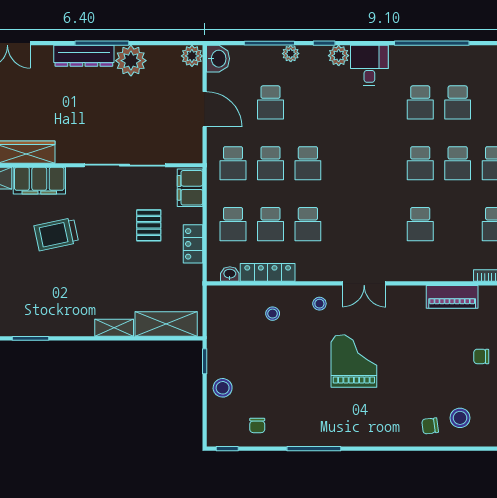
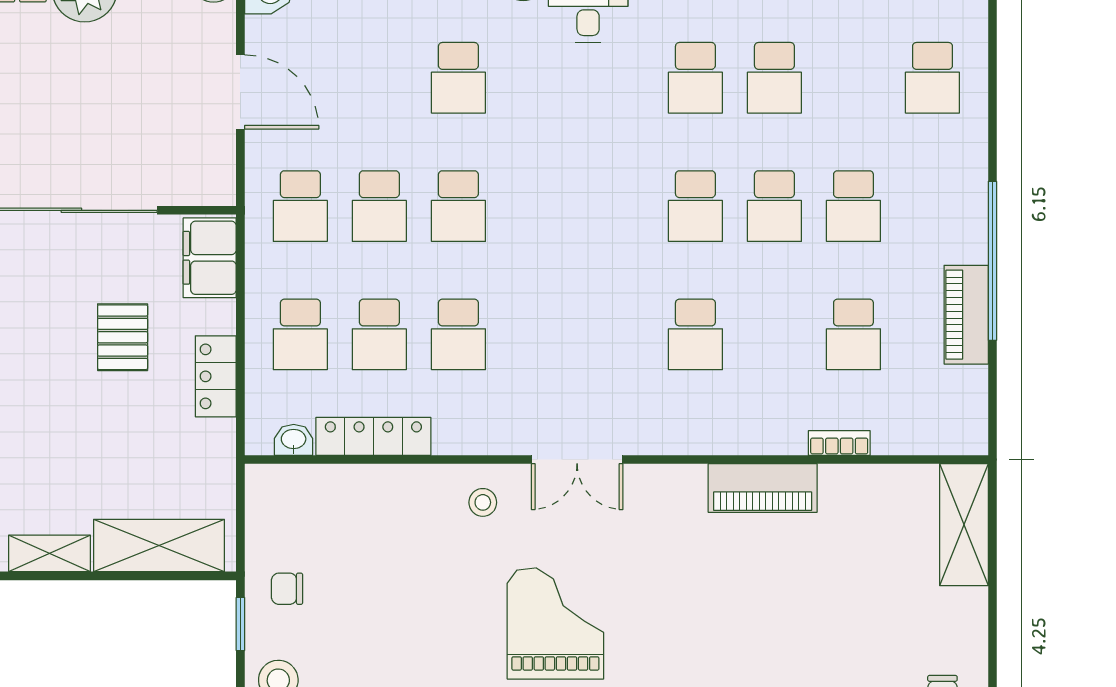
school desk: (270, 102) -> (458, 78), moved
stool: (273, 314) -> (384, 523), removed
chair: (481, 356) -> (287, 589), moved

